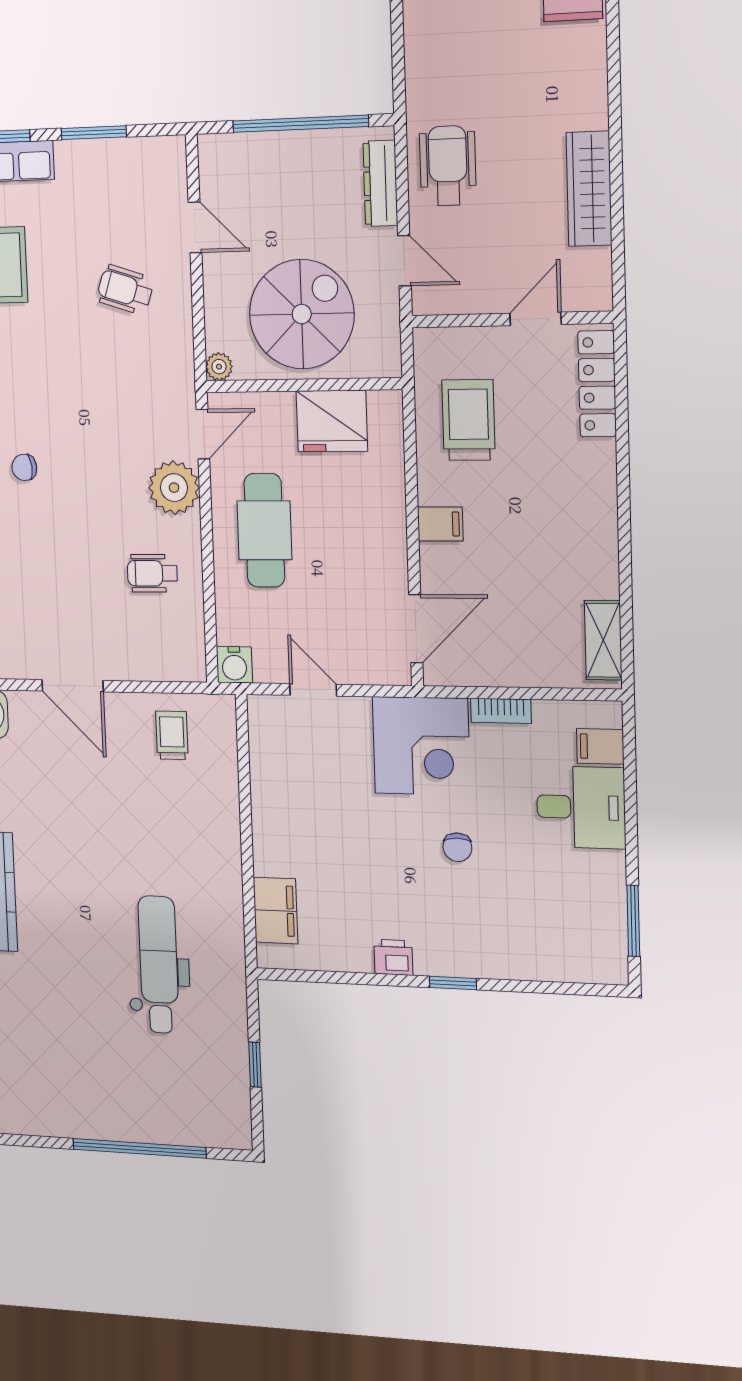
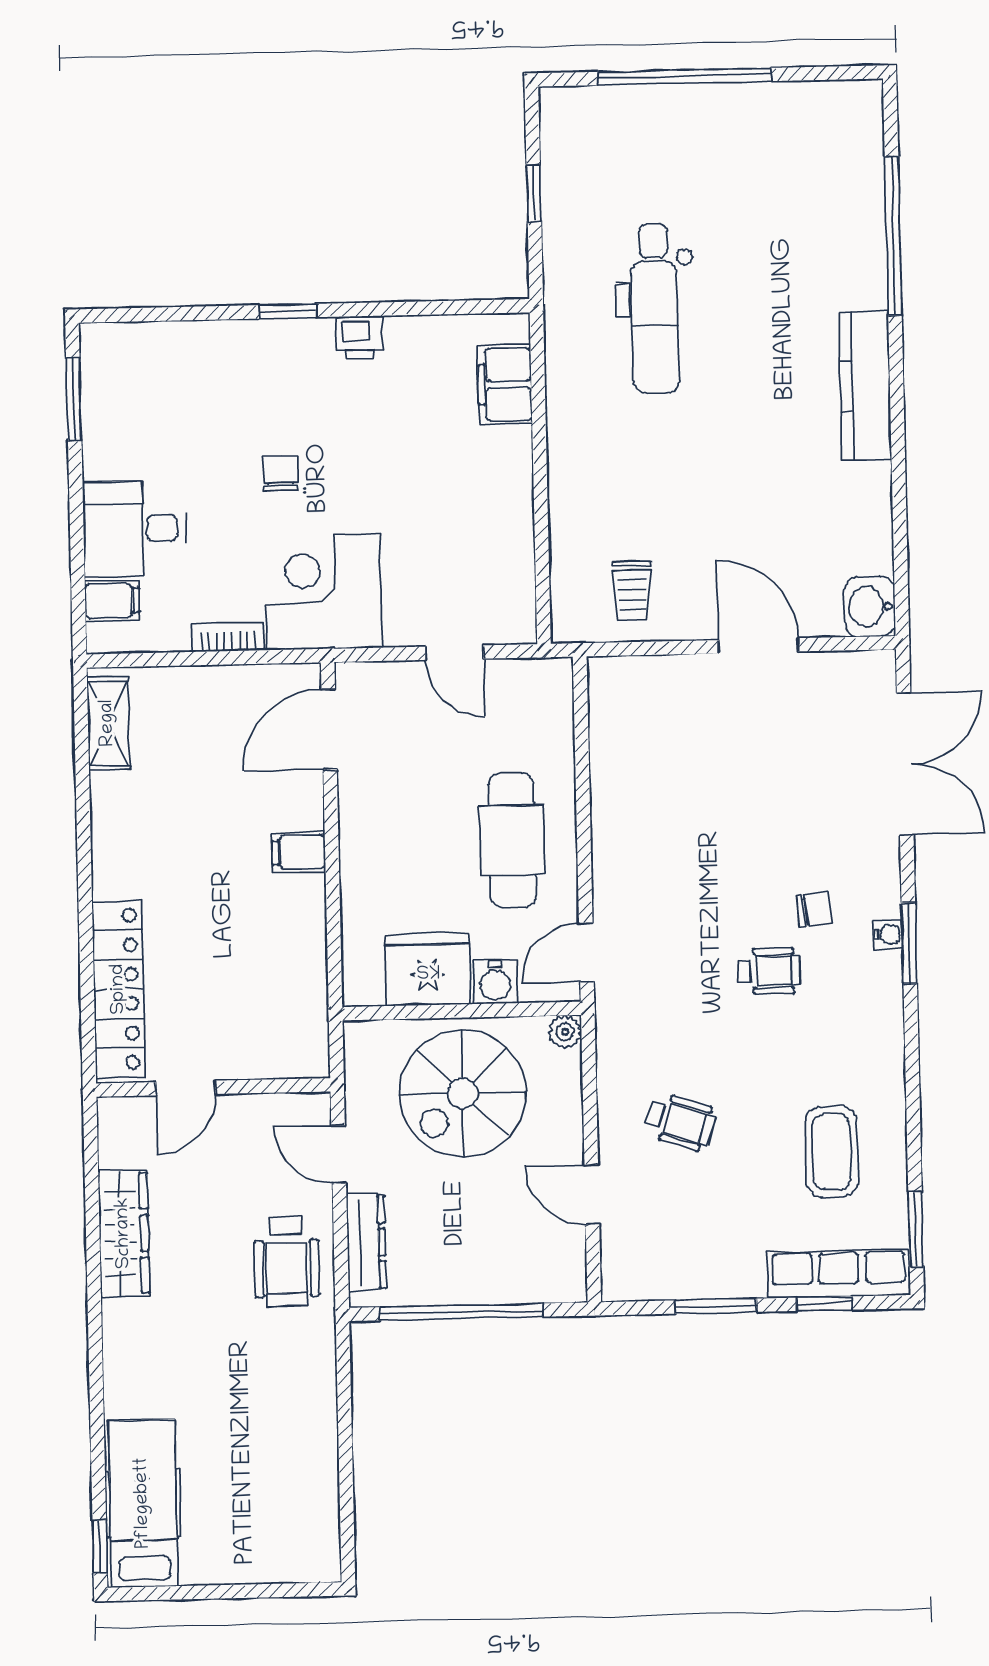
locker: (597, 384) -> (119, 989), width x1.41, depth x1.21
trolley: (468, 420) -> (264, 973), removed
plant: (174, 488) -> (624, 888), removed
wheelchair: (152, 573) -> (769, 971), moved
water cooler: (234, 665) -> (495, 982), moved, turned 180

